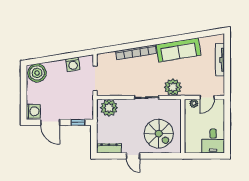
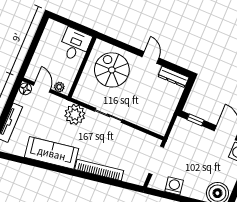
floor lamp: (219, 91) -> (25, 89), added
door: (207, 97) -> (42, 87), hinge flipped
plant: (109, 108) -> (155, 122), removed
desk: (213, 141) -> (75, 45), moved

